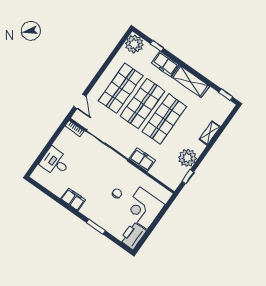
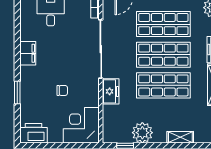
corner desk: (144, 208) -> (81, 125), moved

